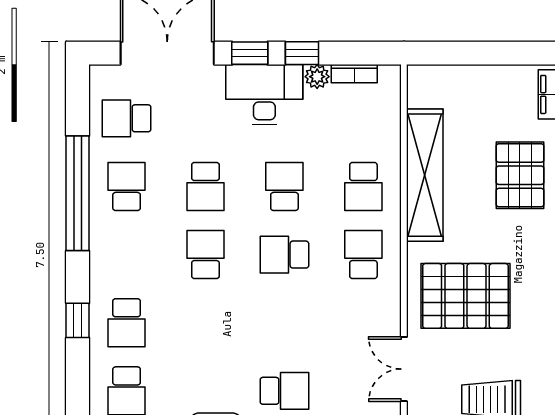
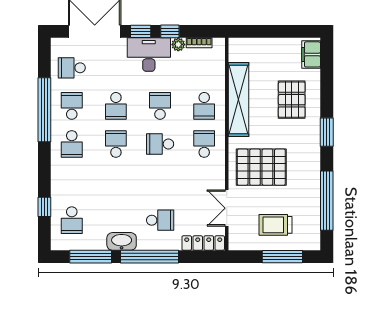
window: (78, 320) -> (44, 207), moved
school desk: (127, 323) -> (72, 144), moved

